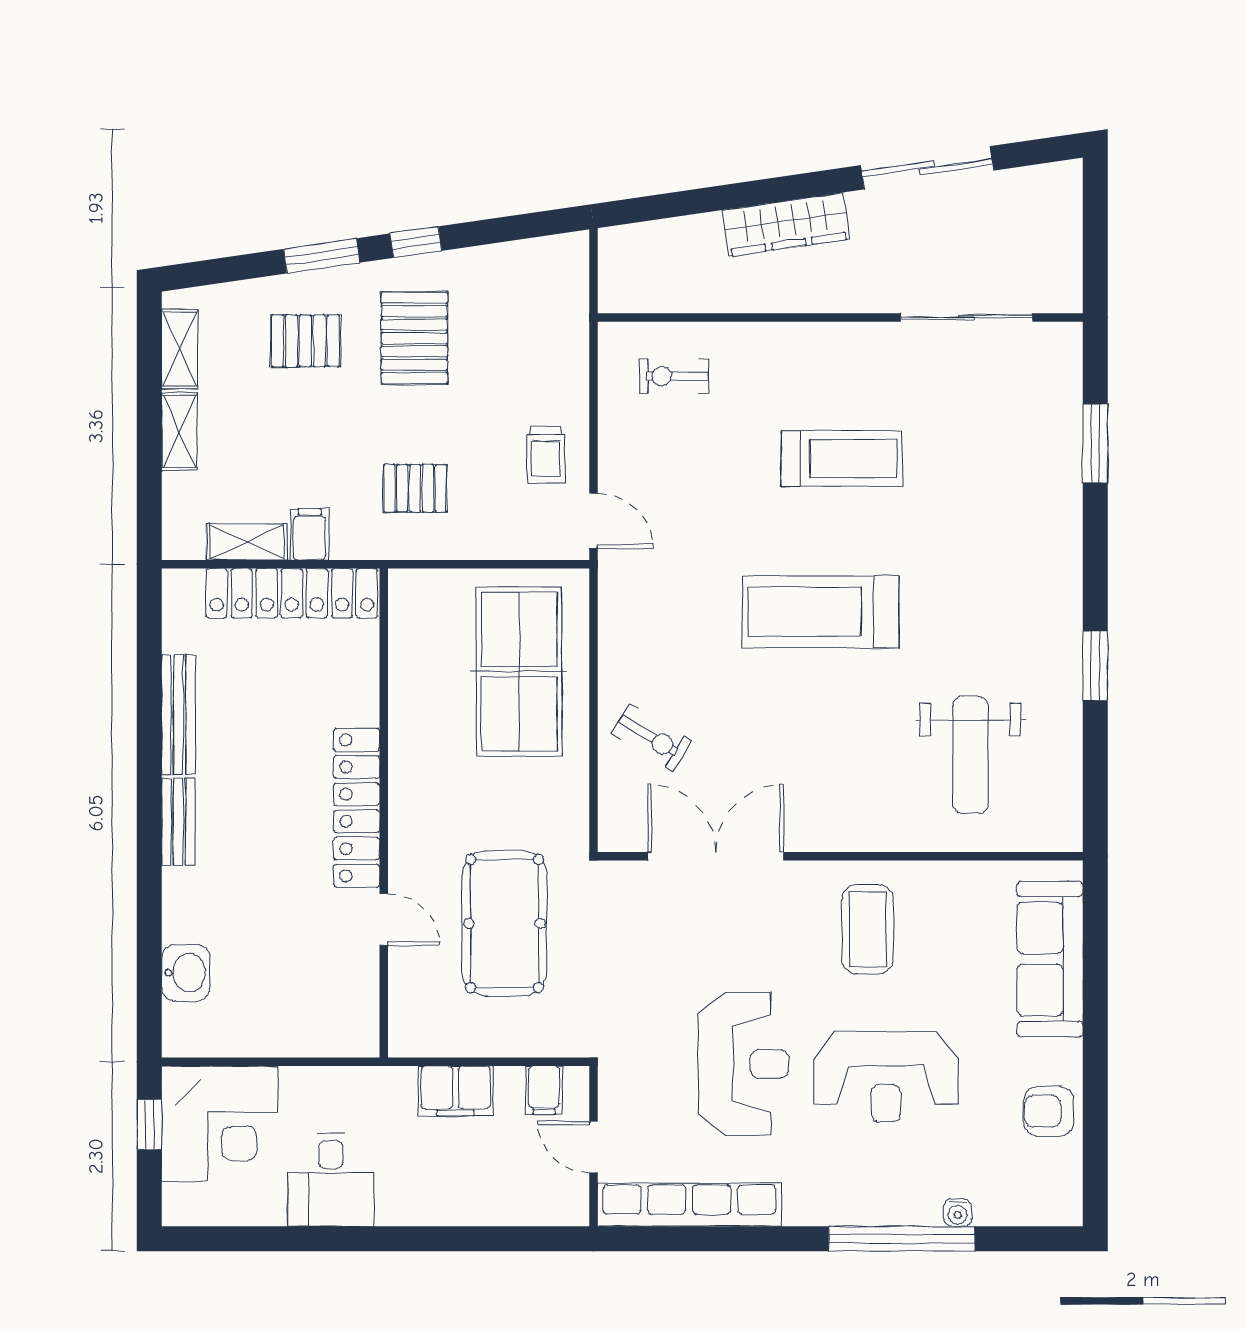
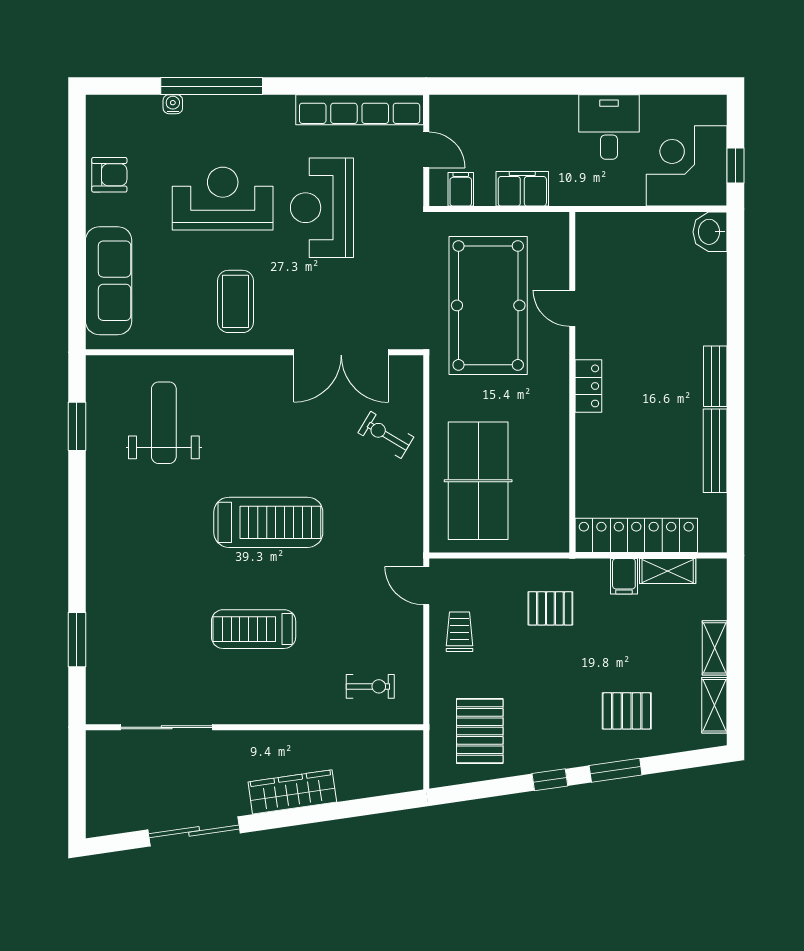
pallet: (414, 338) -> (480, 731), moved
window: (1095, 666) -> (77, 426), moved
locker: (357, 808) -> (588, 386), width x0.46, depth x0.83
pool table: (505, 923) -> (488, 305), width x1.36, depth x1.32
washbasin: (186, 973) -> (710, 232), moved

